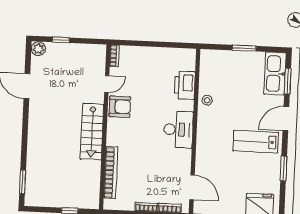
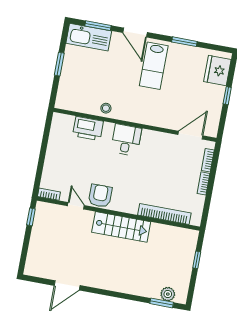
window: (61, 40) -> (31, 217), moved
plant: (38, 49) -> (168, 294), moved
desk: (178, 130) -> (126, 140), width x0.73

